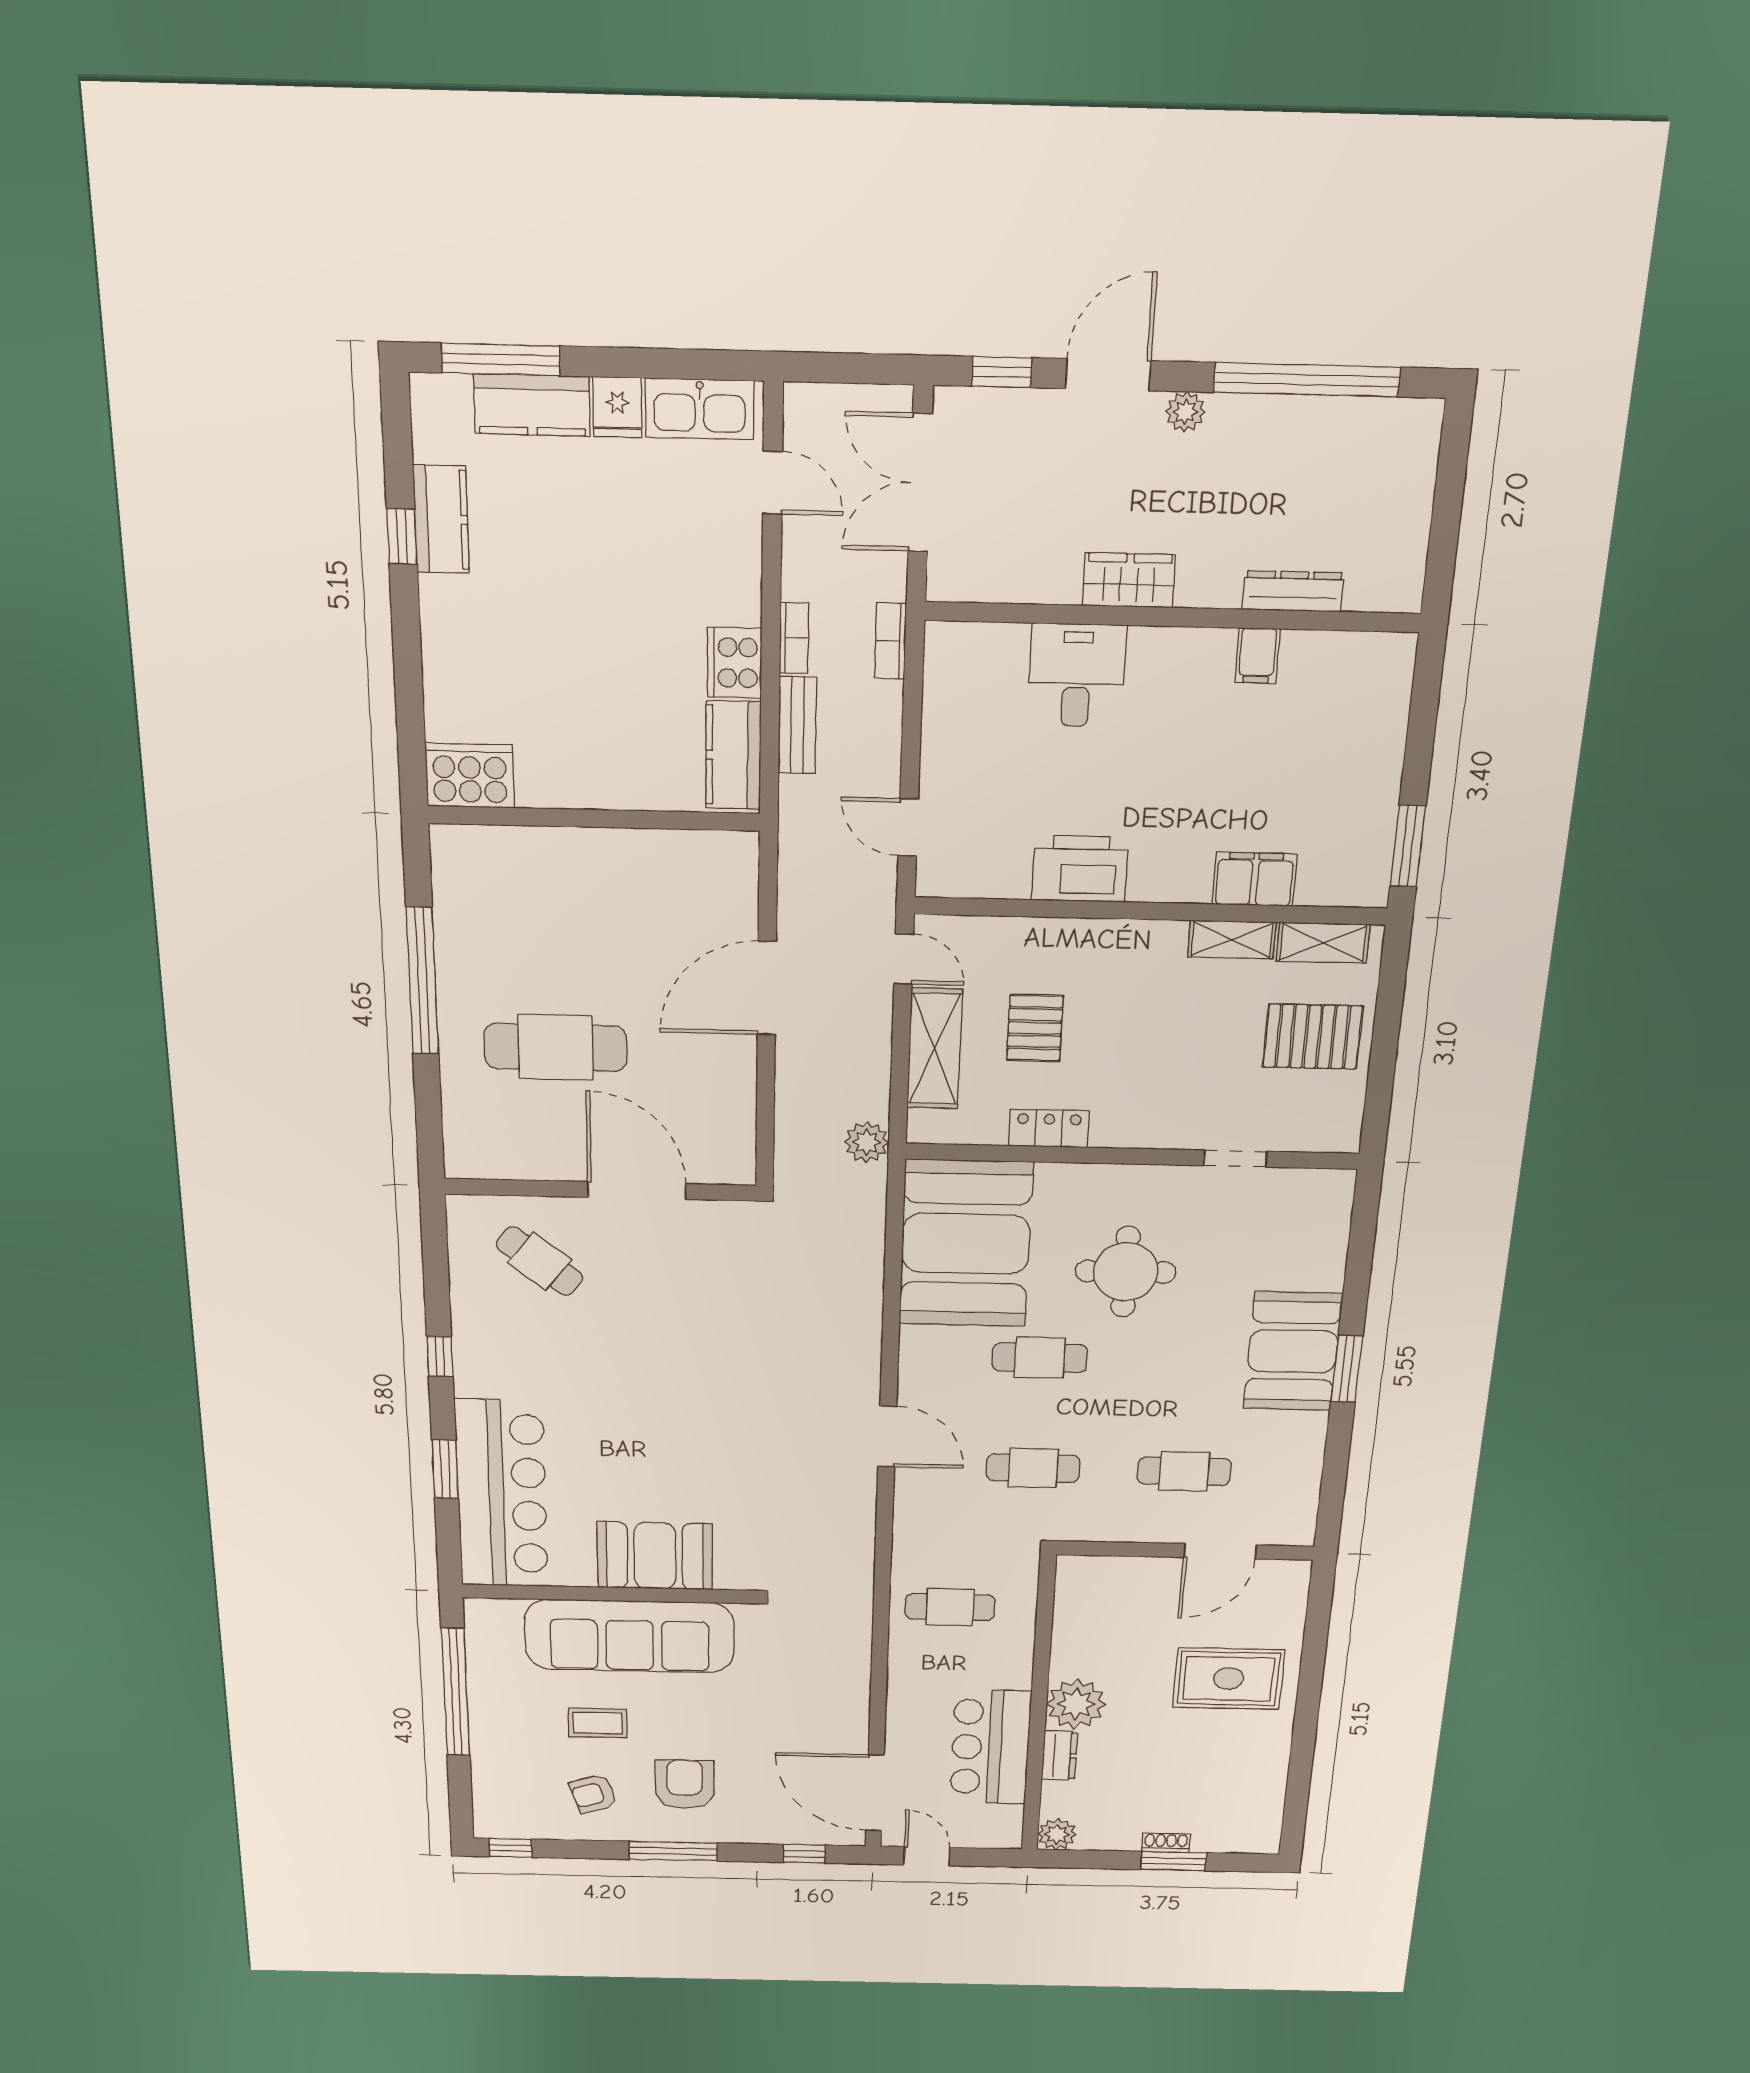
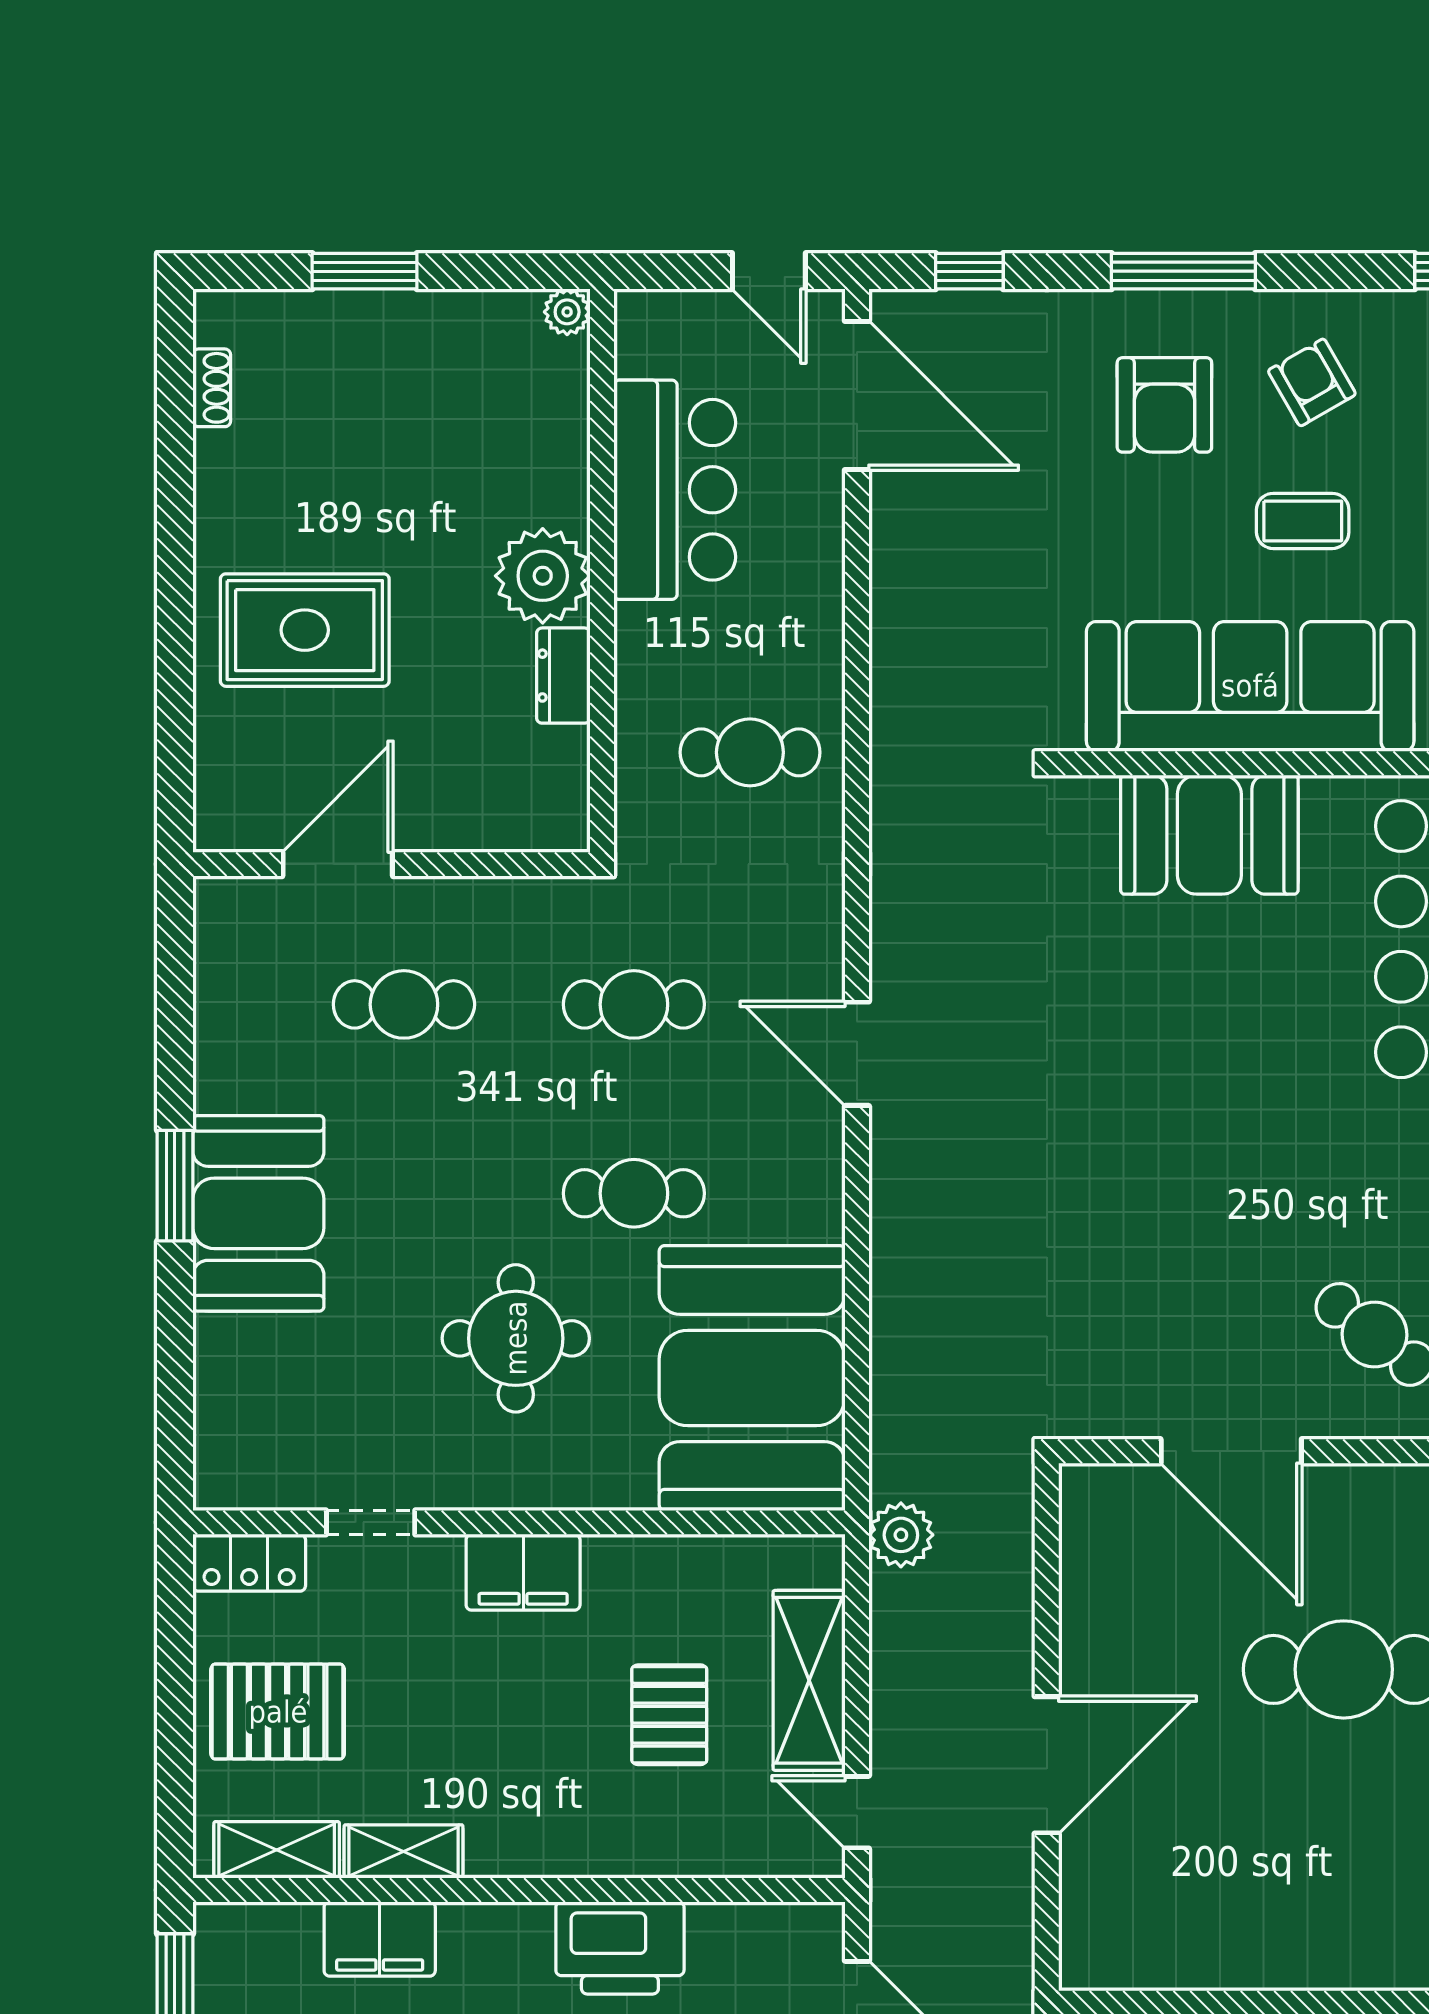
filing cabinet: (1132, 1124) -> (523, 1572), added
locker: (1049, 1128) -> (249, 1563), moved
dresser: (1059, 1756) -> (563, 676), moved
armchair: (593, 1794) -> (1312, 382), turned -102
plant: (1057, 1834) -> (567, 312), width x0.73, depth x0.73
shoe rack: (1166, 1843) -> (212, 388), moved, turned -90

